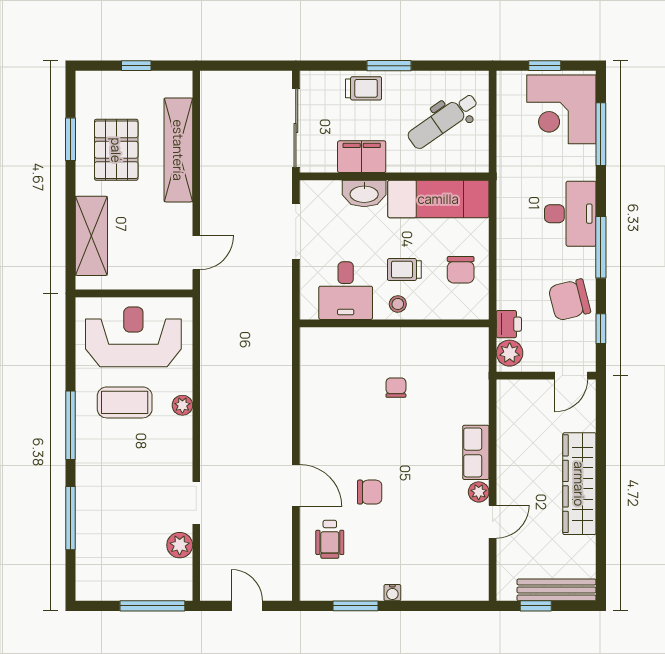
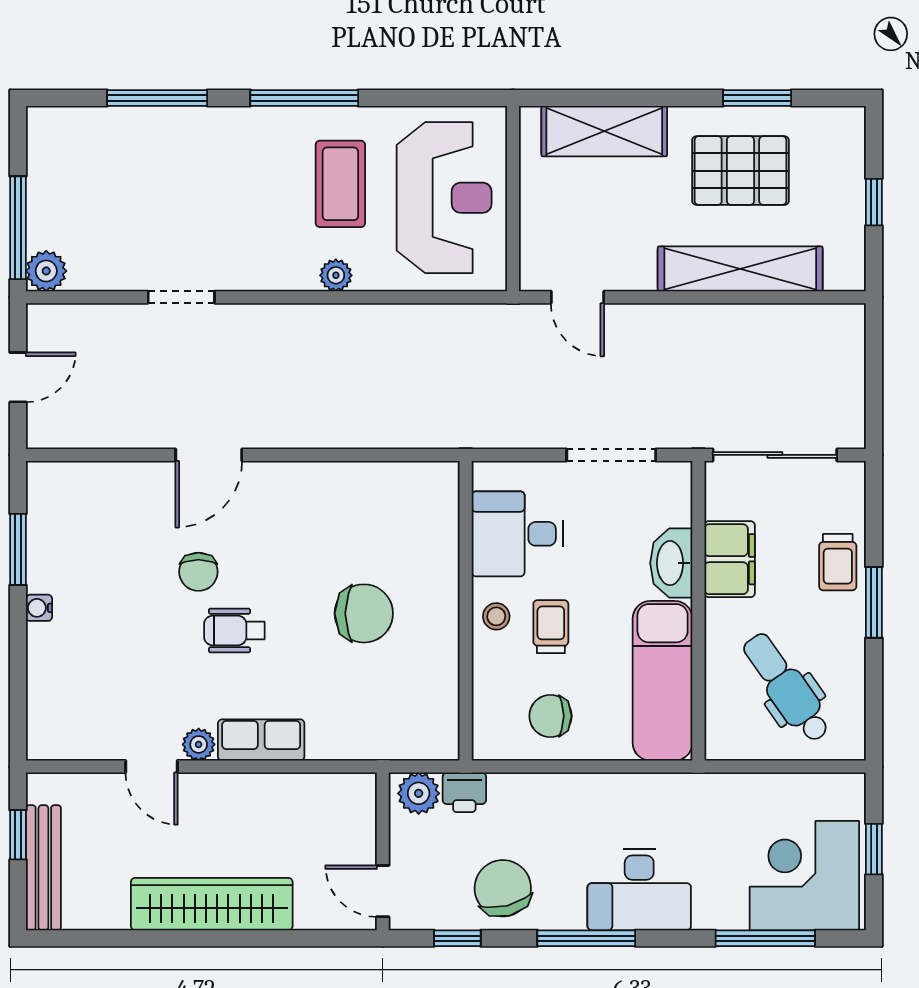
chair: (396, 388) -> (364, 613), width x1.87, depth x1.87
wheelchair: (330, 539) -> (234, 631), moved
plant: (180, 545) -> (46, 271), moved

